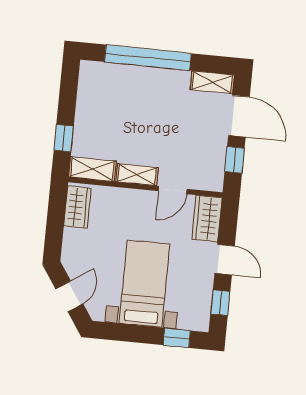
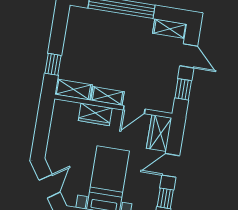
door: (239, 116) -> (189, 56), width x0.73
wardrobe: (77, 207) -> (95, 114), moved, turned 90
door: (225, 260) -> (171, 165), swing flipped

